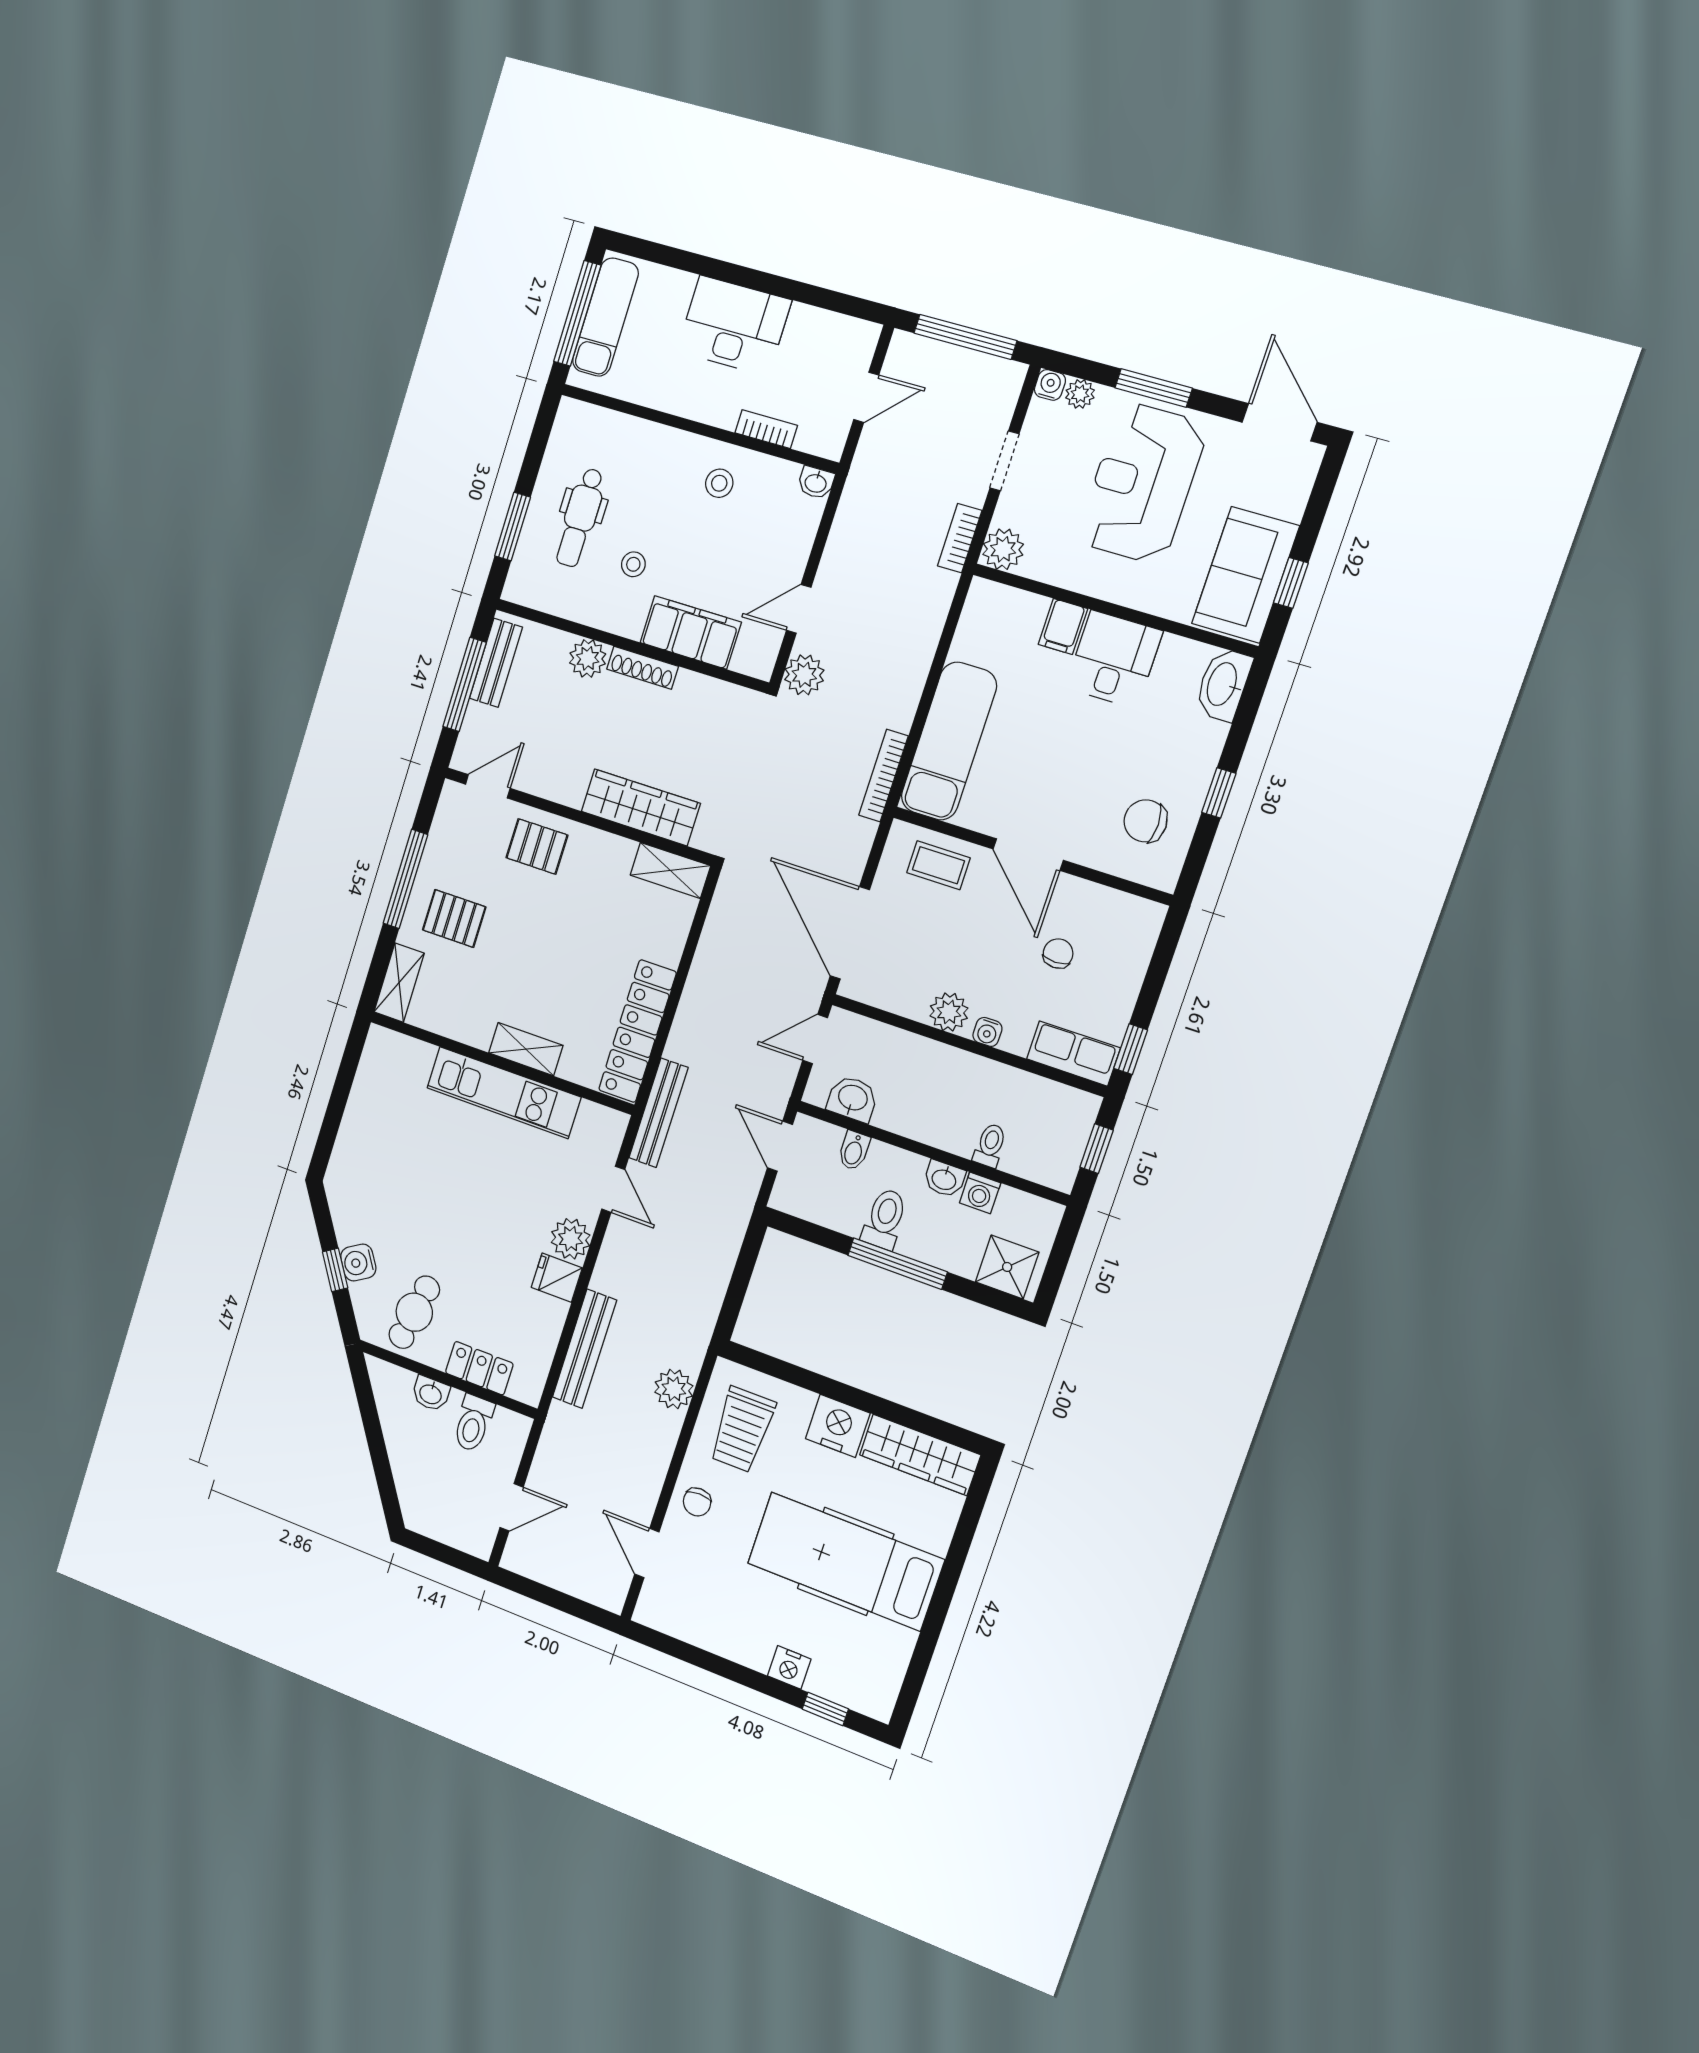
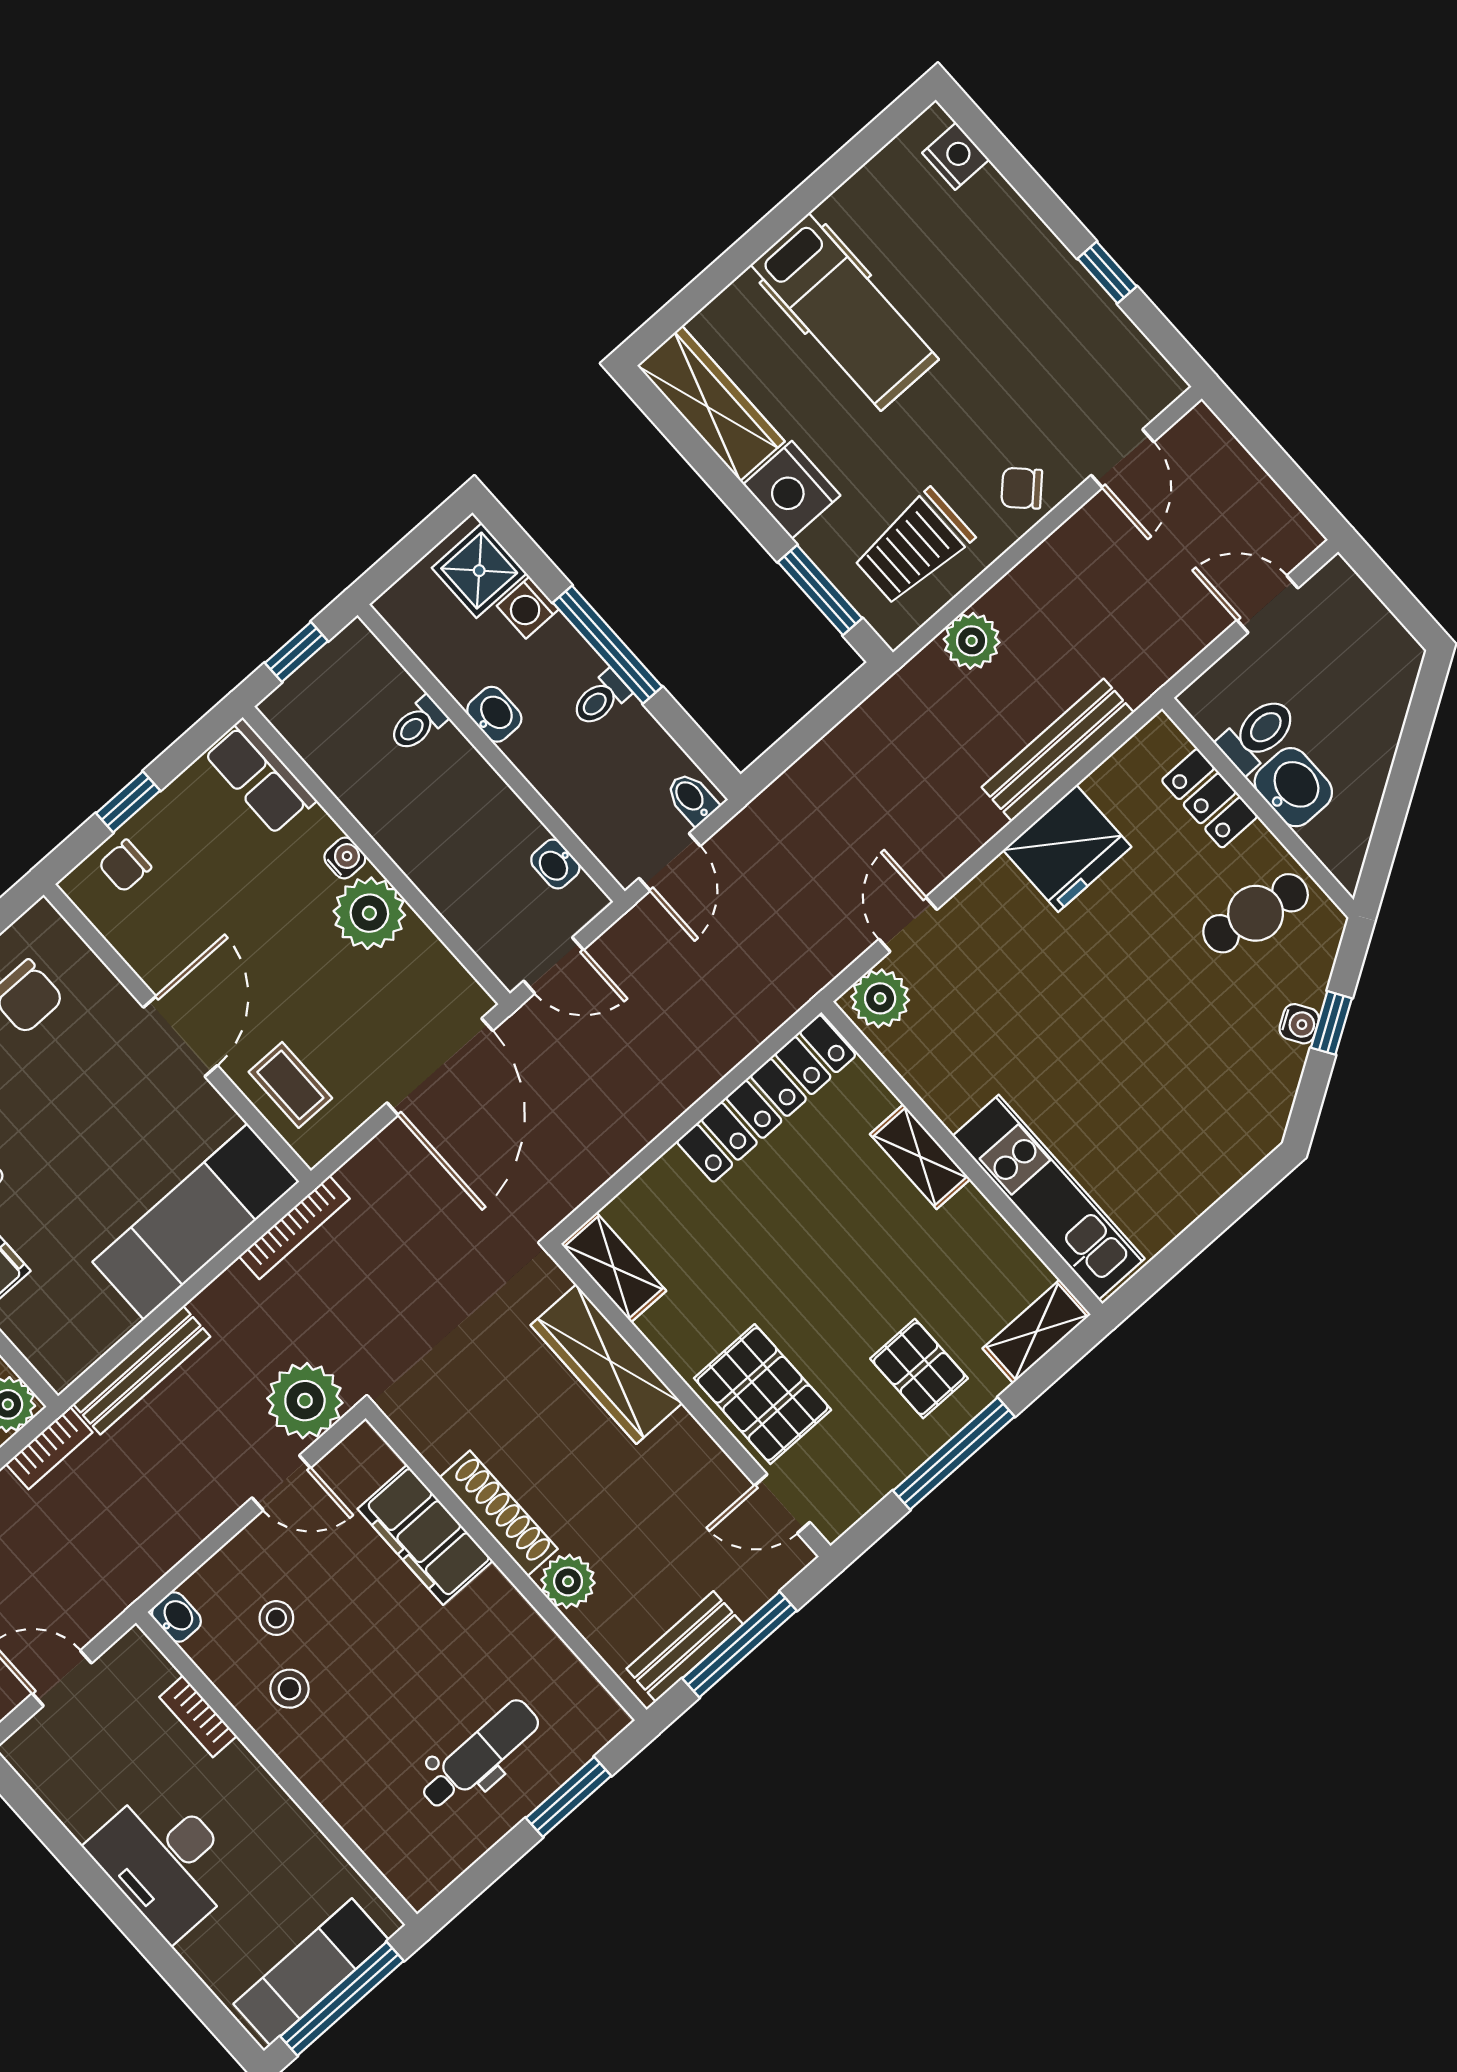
stool: (633, 564) -> (276, 1618), moved
shoe rack: (643, 668) -> (499, 1513), width x1.36, depth x1.24
plant: (804, 675) -> (305, 1401), width x1.36, depth x1.36
pallet: (537, 846) -> (763, 1394), width x1.50, depth x1.42
chair: (1058, 953) -> (125, 866), moved
plant: (949, 1012) -> (369, 913), width x1.36, depth x1.36
window: (1131, 1049) -> (128, 802), moved
kitchen unit: (504, 1093) -> (1049, 1197), moved
washbasin: (853, 1099) -> (555, 864), width x0.72, depth x0.69
bench: (659, 1113) -> (142, 1370), moved
bidet: (854, 1151) -> (692, 799), moved, turned -90
washing machine: (980, 1193) -> (528, 608), moved, turned 180
toilet: (885, 1219) -> (601, 699), width x0.73, depth x0.72
plant: (571, 1239) -> (880, 998), moved
water cooler: (358, 1263) -> (1299, 1024), width x0.72, depth x0.72
fridge: (557, 1278) -> (1067, 848), width x1.88, depth x1.34
window: (784, 1371) -> (820, 590), added
washbasin: (431, 1394) -> (1293, 787), width x1.38, depth x1.45
trolley: (742, 1430) -> (914, 547), turned 180
chair: (697, 1502) -> (1022, 488), turned -135
hospital bed: (846, 1561) -> (845, 312), width x0.73, depth x0.78
nightstand: (789, 1667) -> (956, 156), moved
window: (825, 1709) -> (1107, 272), moved

